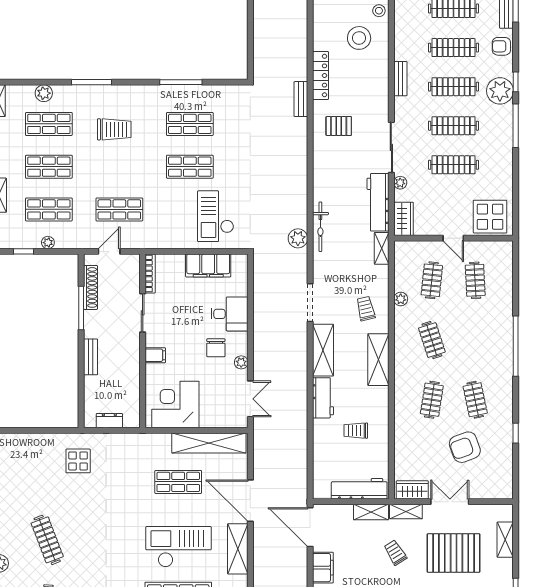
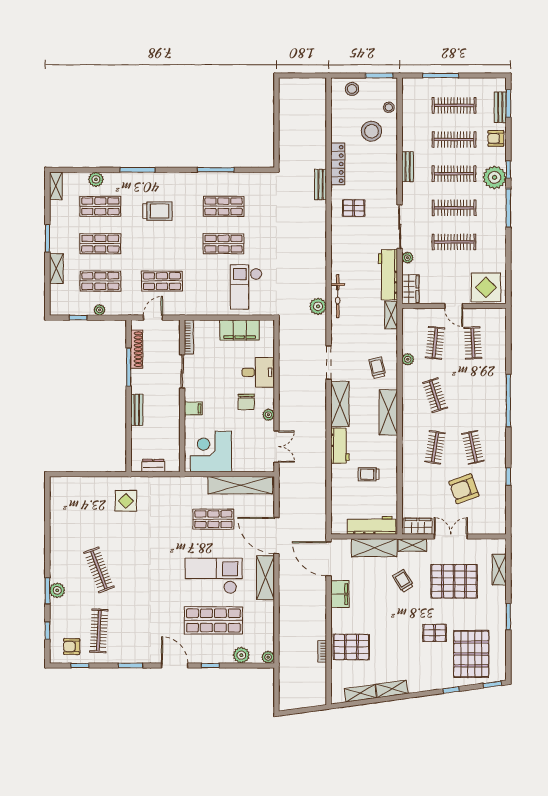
shelving: (371, 512) -> (374, 548), width x1.50, depth x1.33

